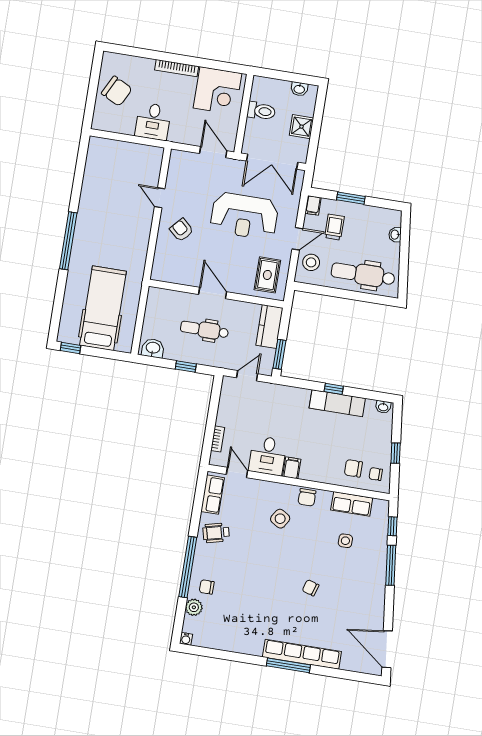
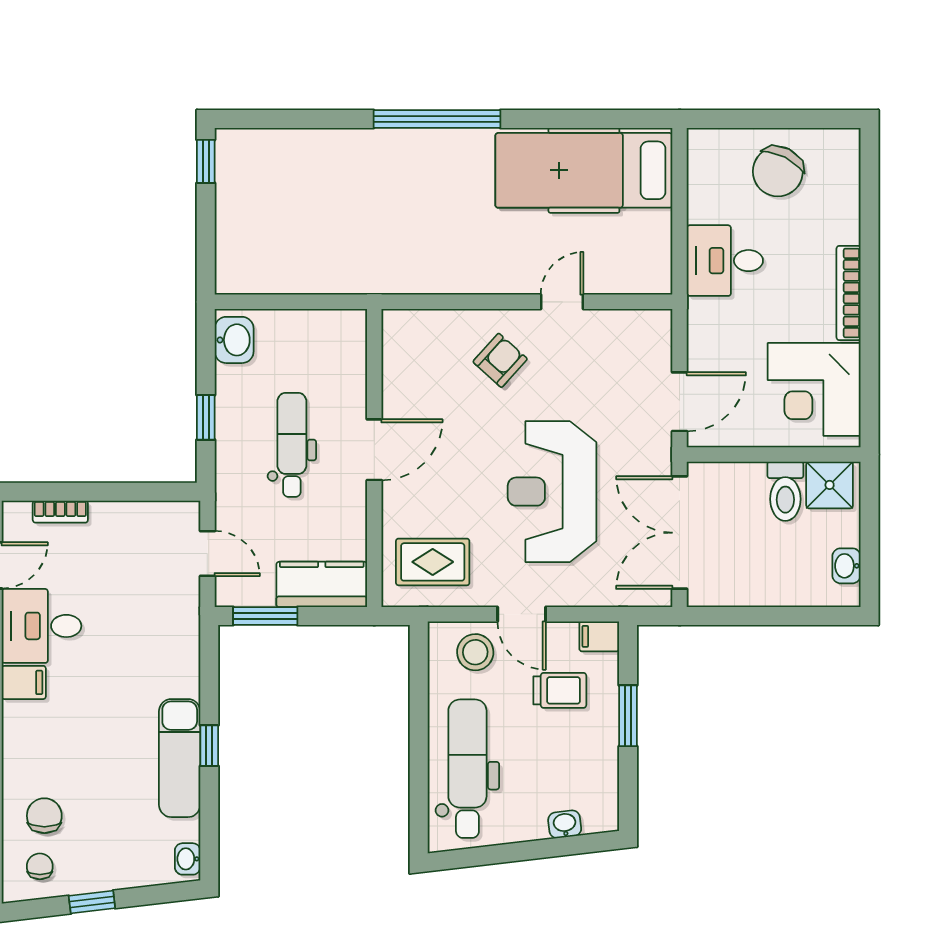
shower: (301, 127) -> (830, 485), moved
hospital bed: (103, 308) -> (584, 170), moved, turned 180

